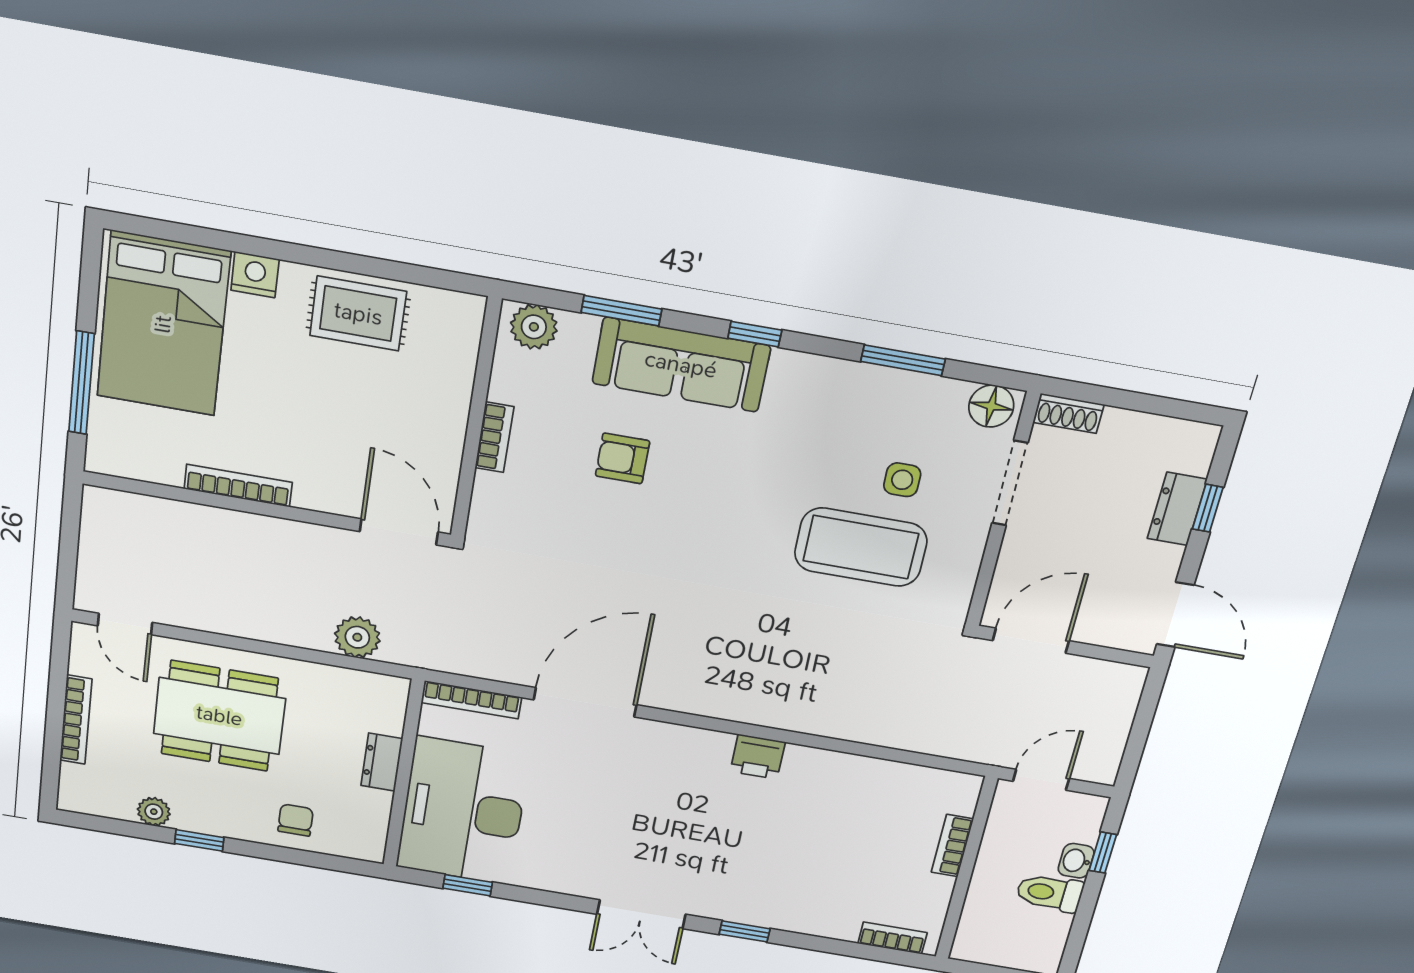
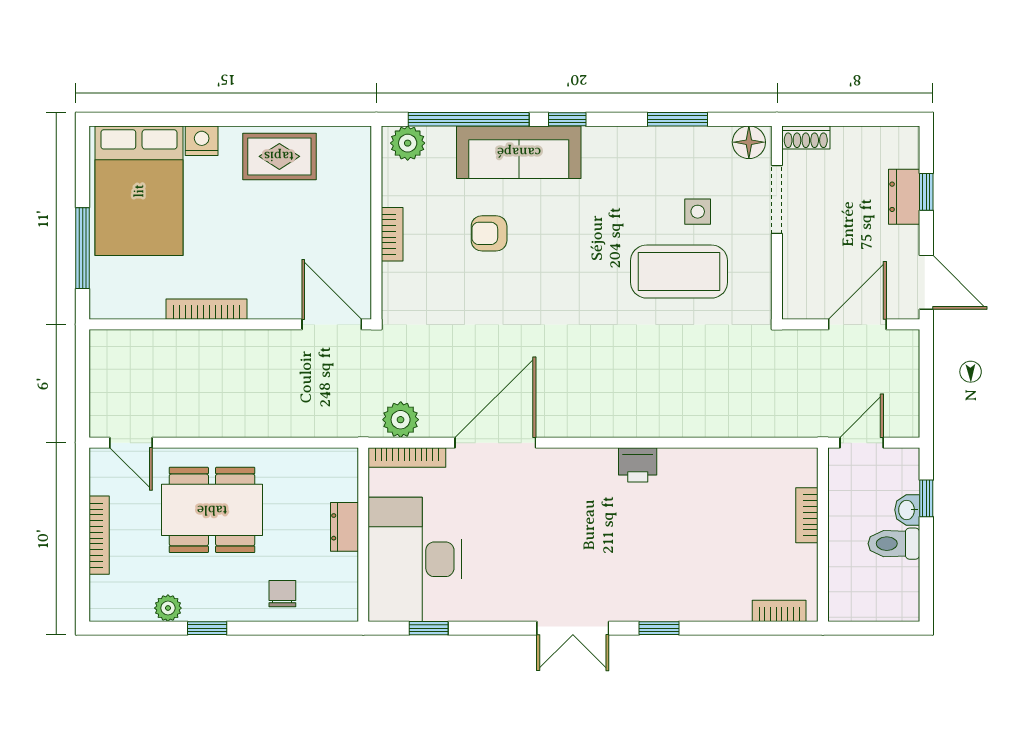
window: (622, 311) -> (469, 119), width x2.11
plant: (357, 637) -> (401, 420), moved
door: (1031, 641) -> (857, 324), moved

